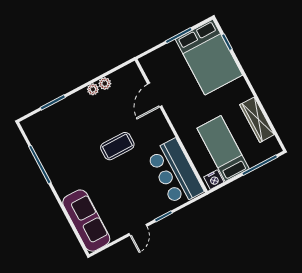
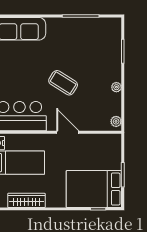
plant: (105, 84) -> (116, 121), moved
door: (155, 95) -> (68, 132), moved
coffee table: (117, 146) -> (63, 83), turned -58

